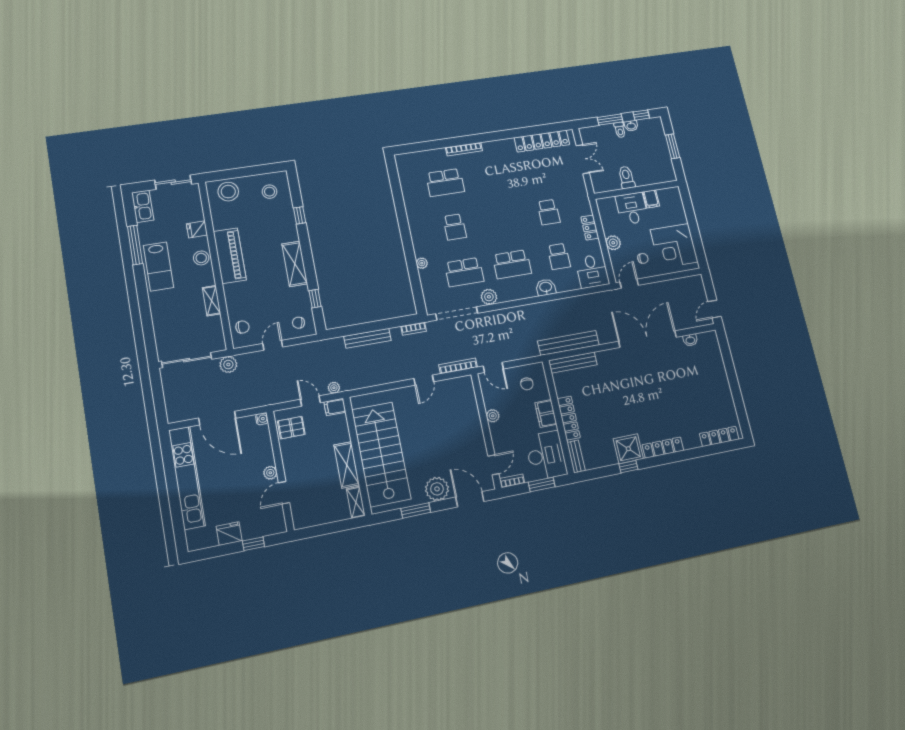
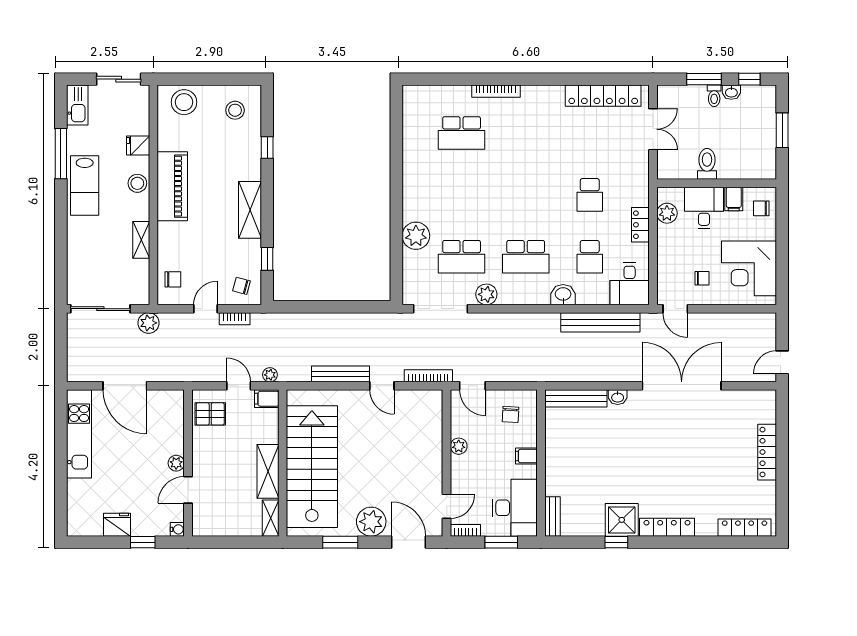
chair: (672, 202) -> (761, 208), added
school desk: (455, 227) -> (462, 195), removed
plant: (613, 243) -> (667, 213), moved
plant: (422, 263) -> (416, 236), width x1.88, depth x1.88
door: (629, 284) -> (675, 309), swing flipped
bookcase: (414, 329) -> (235, 319), moved
bench: (367, 338) -> (340, 374), moved
washbasin: (690, 340) -> (618, 397), moved
bench: (568, 343) -> (600, 322), moved
door: (424, 380) -> (382, 386), hinge flipped
filing cabinet: (546, 414) -> (526, 456), width x0.50
locker: (569, 418) -> (767, 452), moved, turned 180
water cooler: (262, 419) -> (177, 529), moved
kitchen unit: (187, 478) -> (79, 434), width x0.73

